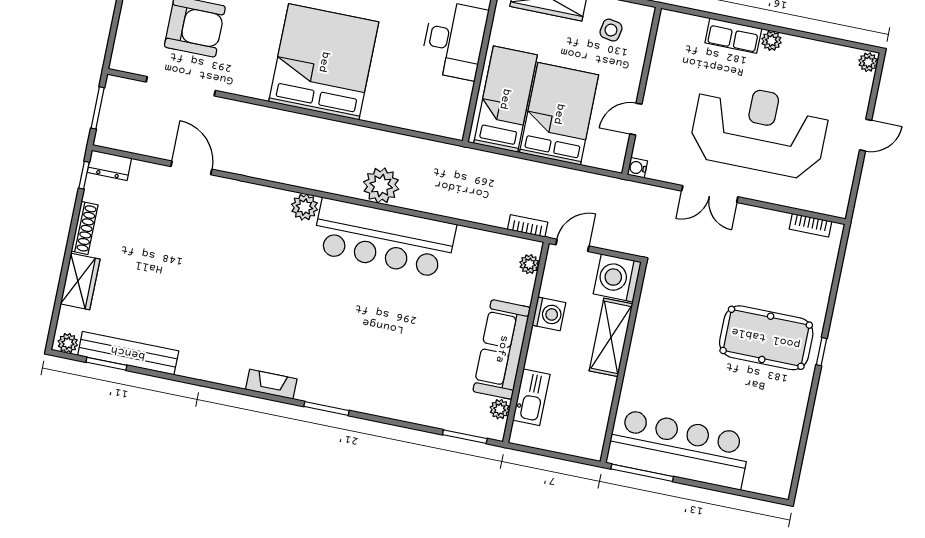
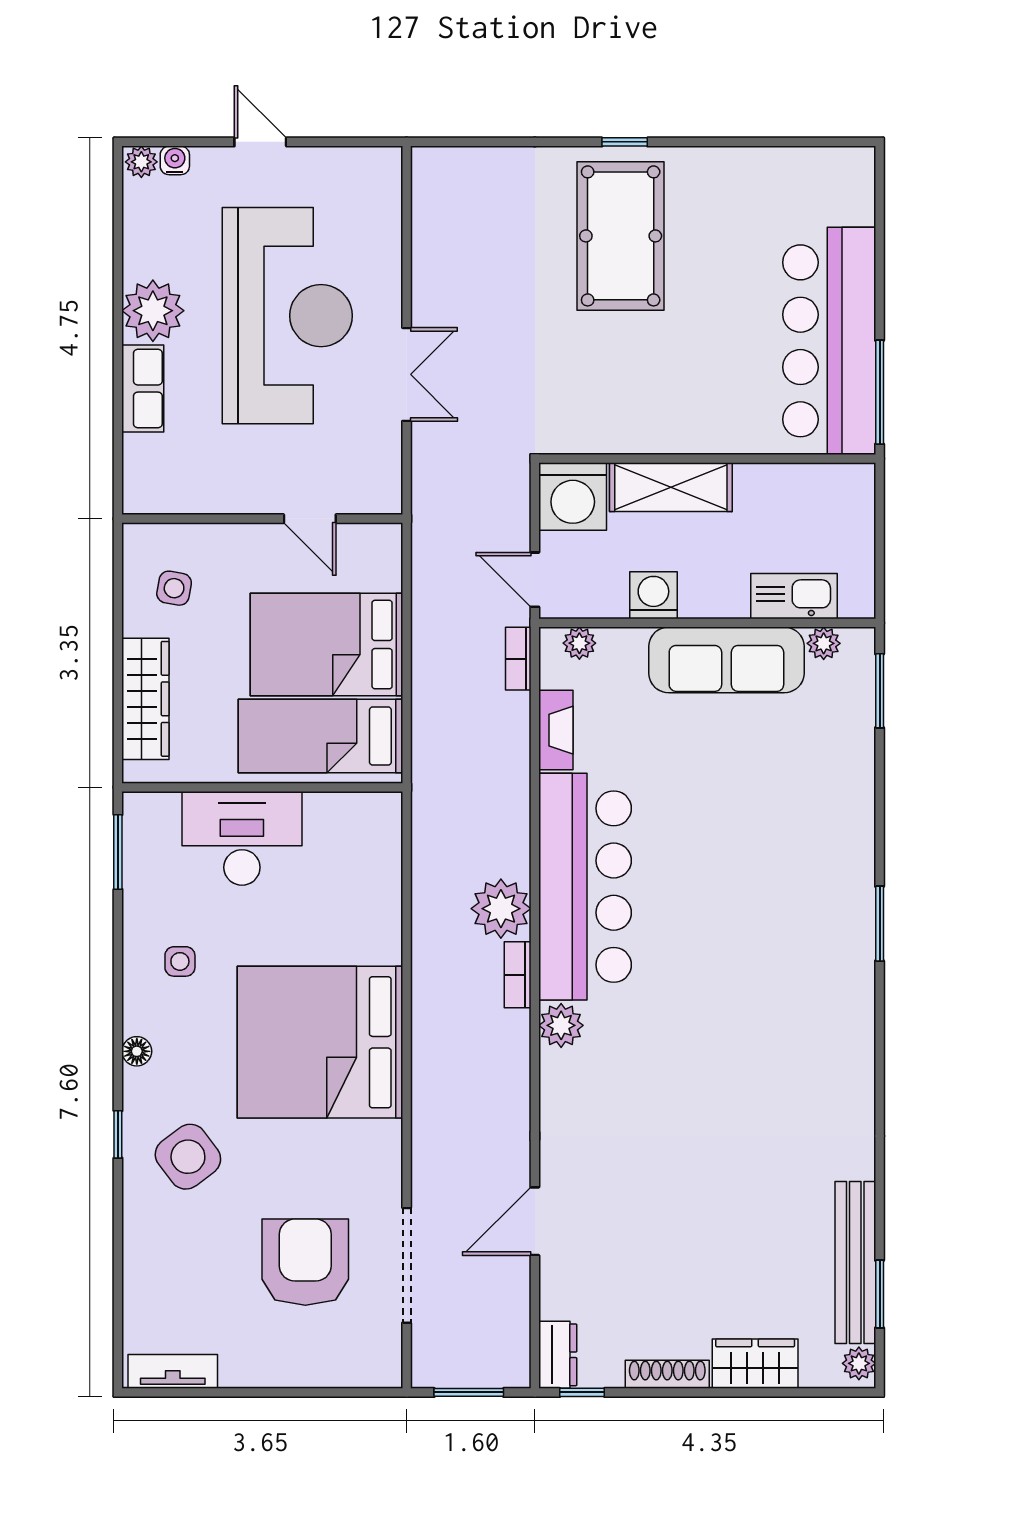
plant: (771, 41) -> (153, 311), width x1.88, depth x1.88
reception desk: (759, 130) -> (287, 316), turned 180
water cooler: (637, 168) -> (175, 160), moved, turned 180
bookcase: (811, 225) -> (518, 975), moved, turned 180
fireplace: (271, 384) -> (556, 730), moved, turned 180

